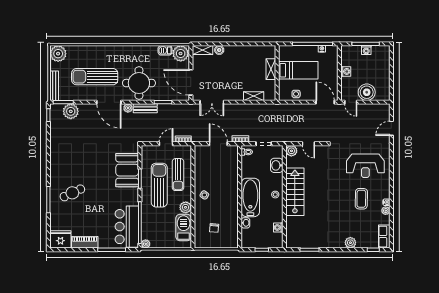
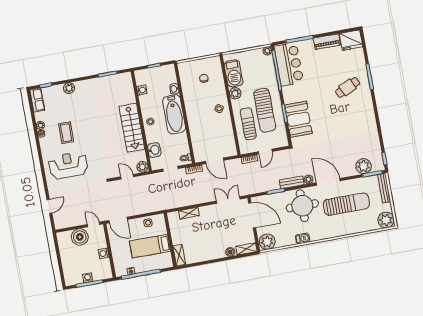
barbecue: (165, 50) -> (303, 238), moved
shelving: (271, 69) -> (179, 255), moved

